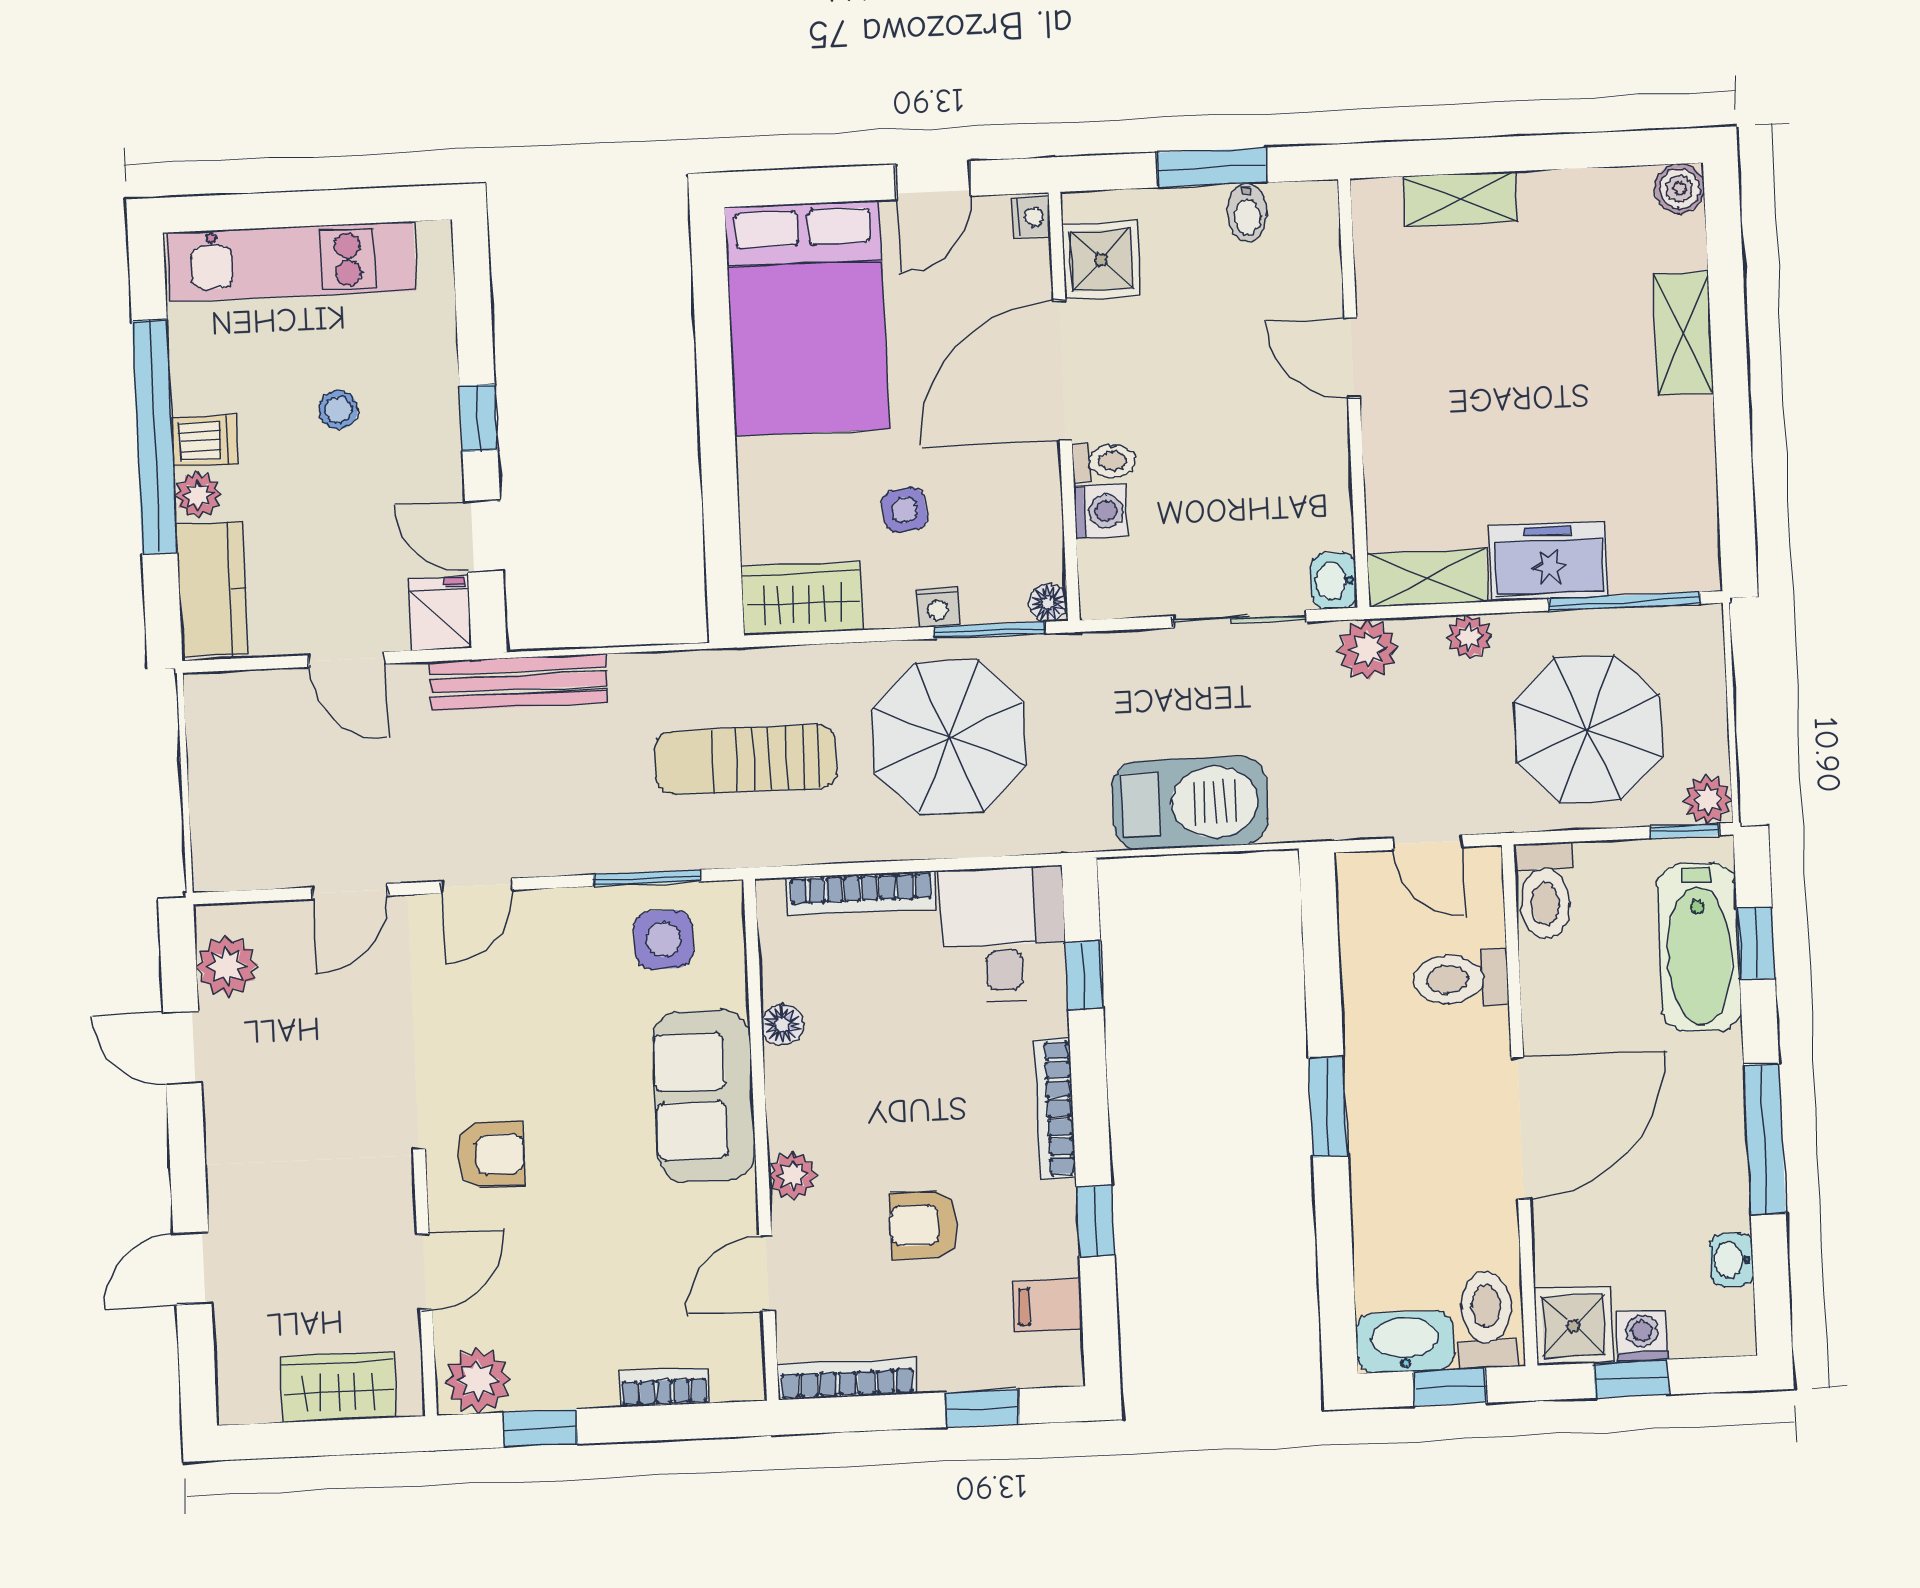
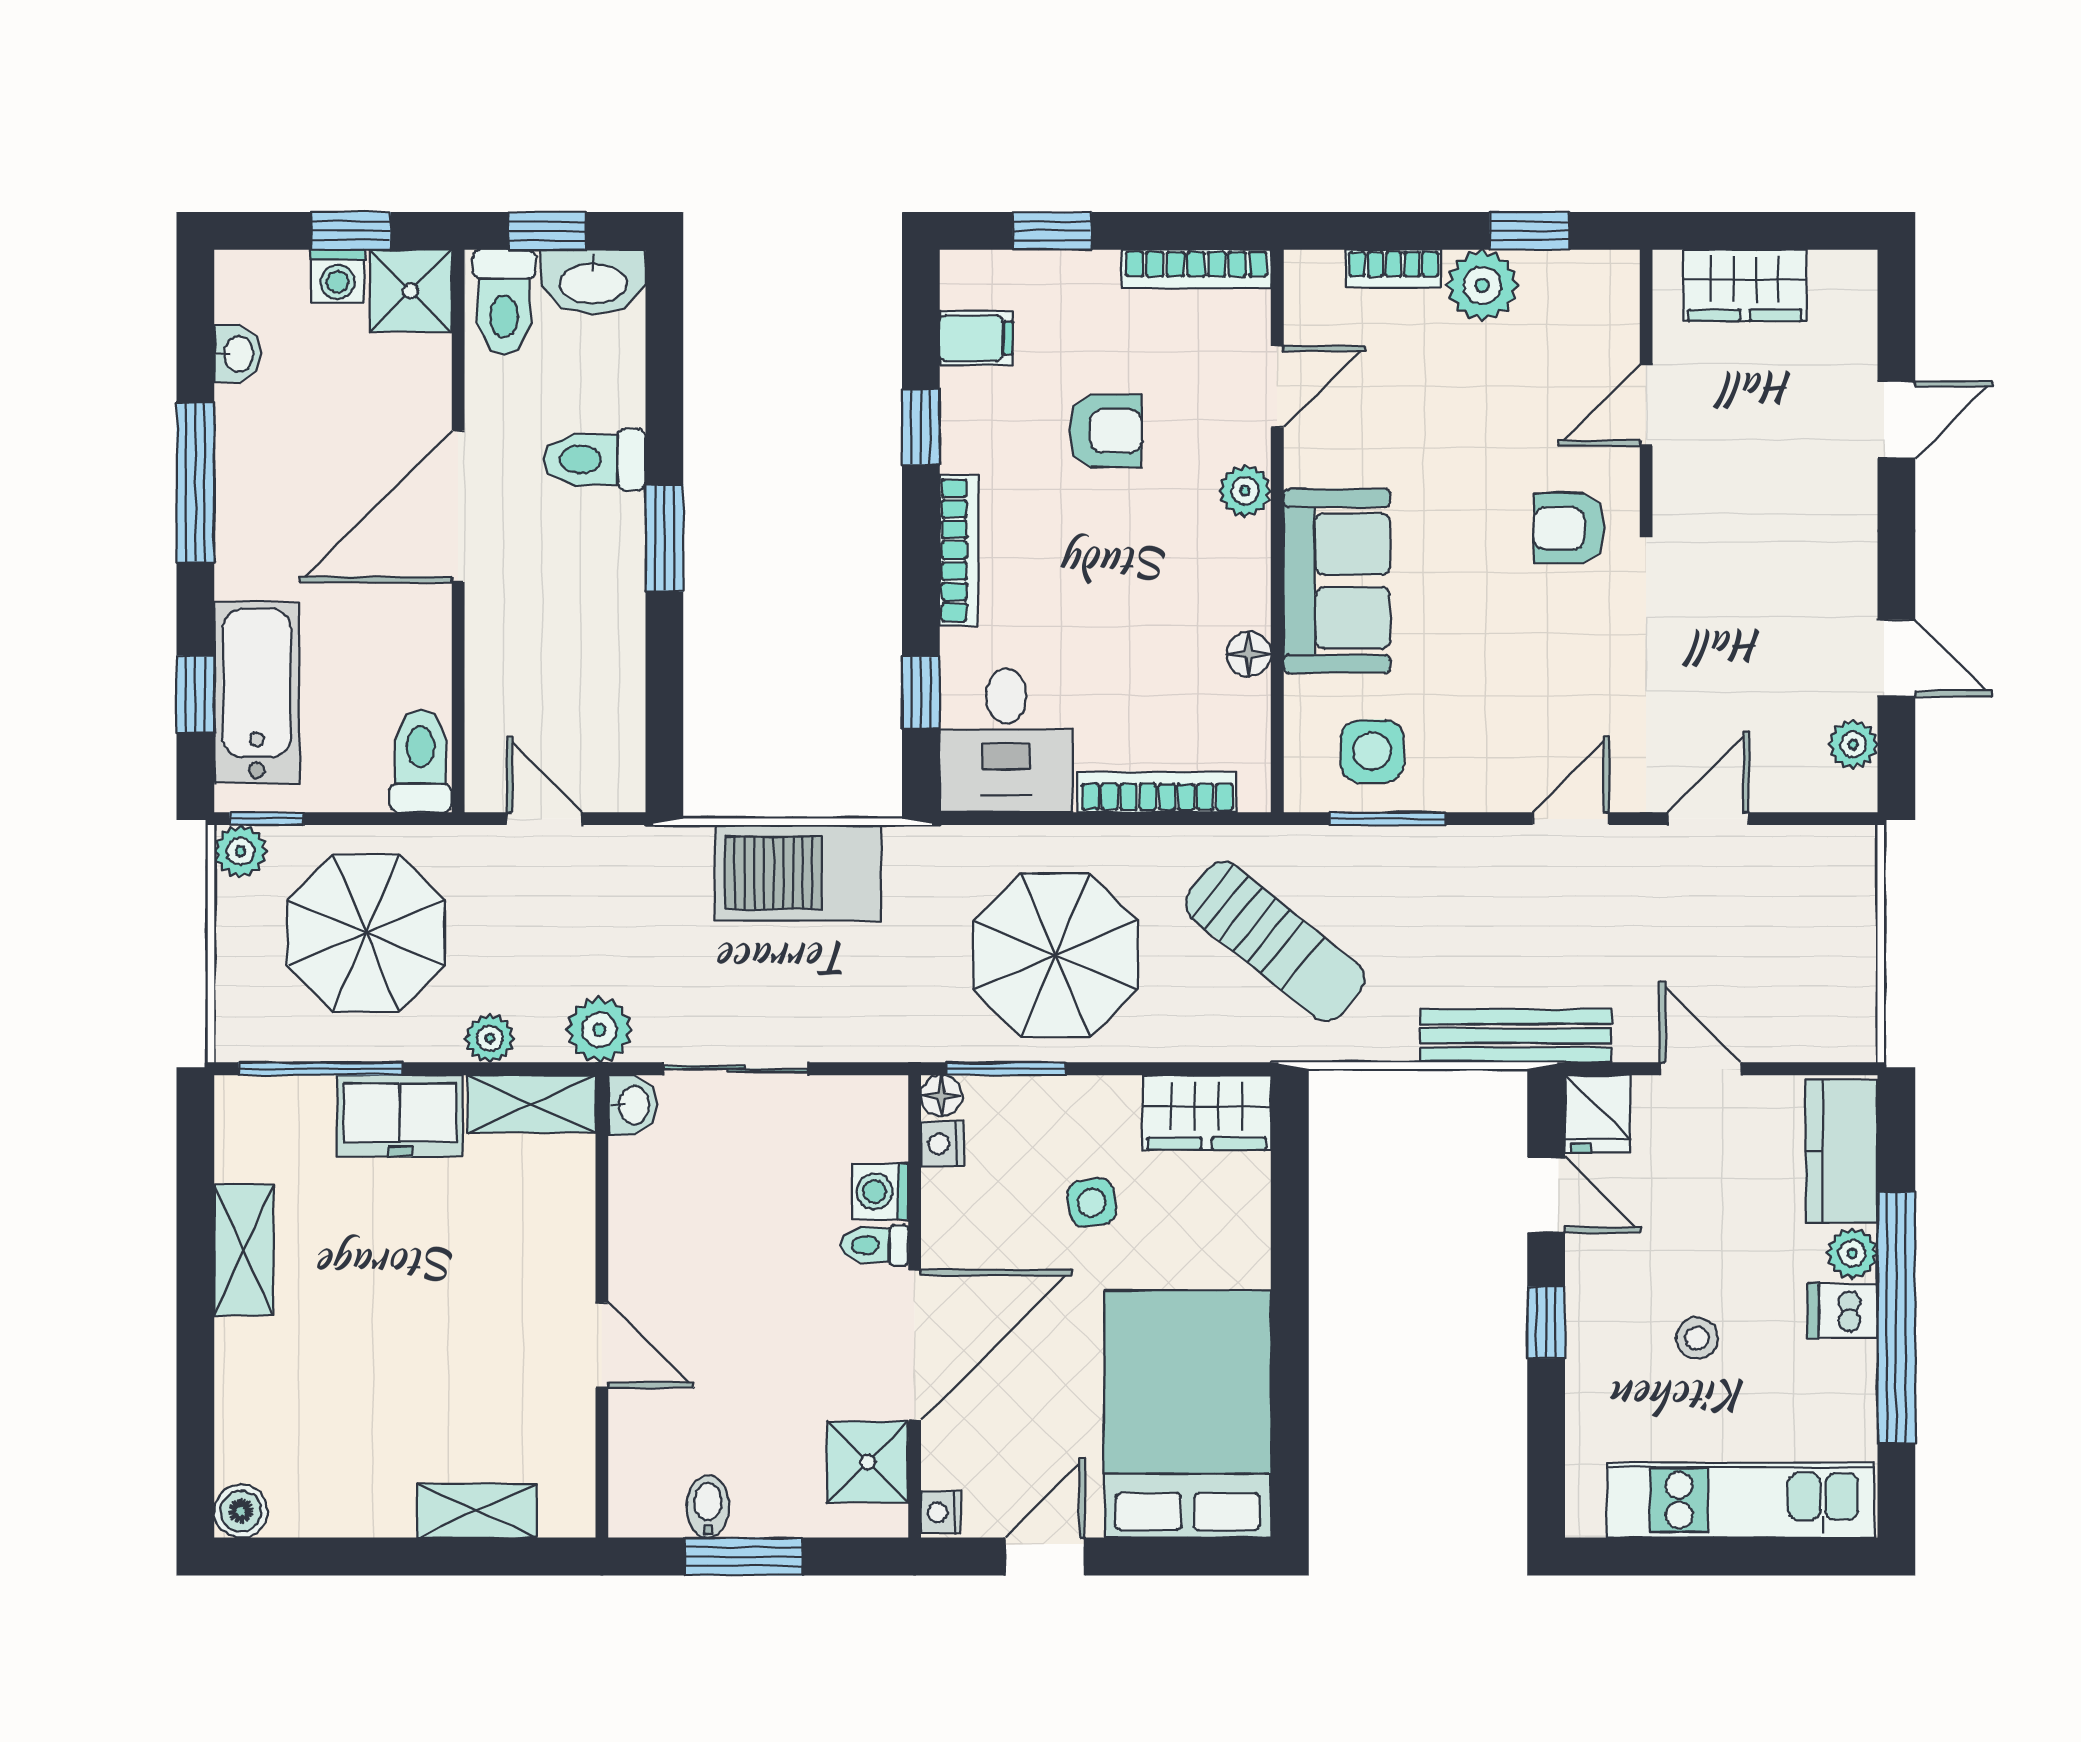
shelving: (1683, 334) -> (244, 1250), moved
nightstand: (938, 607) -> (942, 1144), moved, turned -90
sun lounger: (746, 760) -> (1275, 941), turned 39
plant: (227, 966) -> (1853, 744), width x0.73, depth x0.73
toilet: (1461, 979) -> (595, 460), moved, turned 180
plant: (478, 1380) -> (1482, 285), moved

